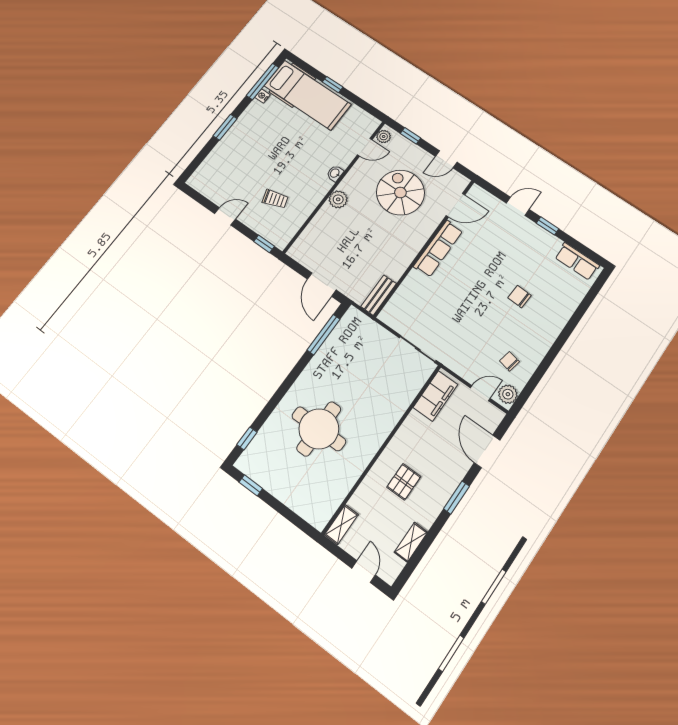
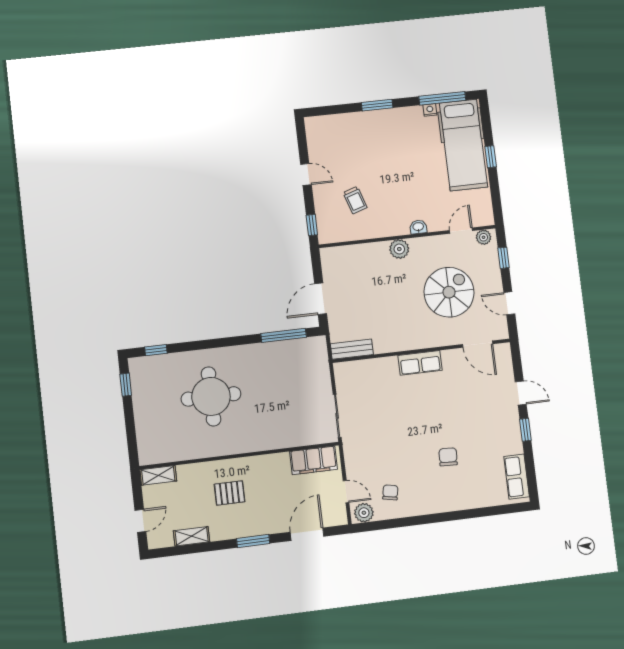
door: (365, 147) -> (461, 231), swing flipped
row of seats: (438, 249) -> (420, 363), width x0.68

